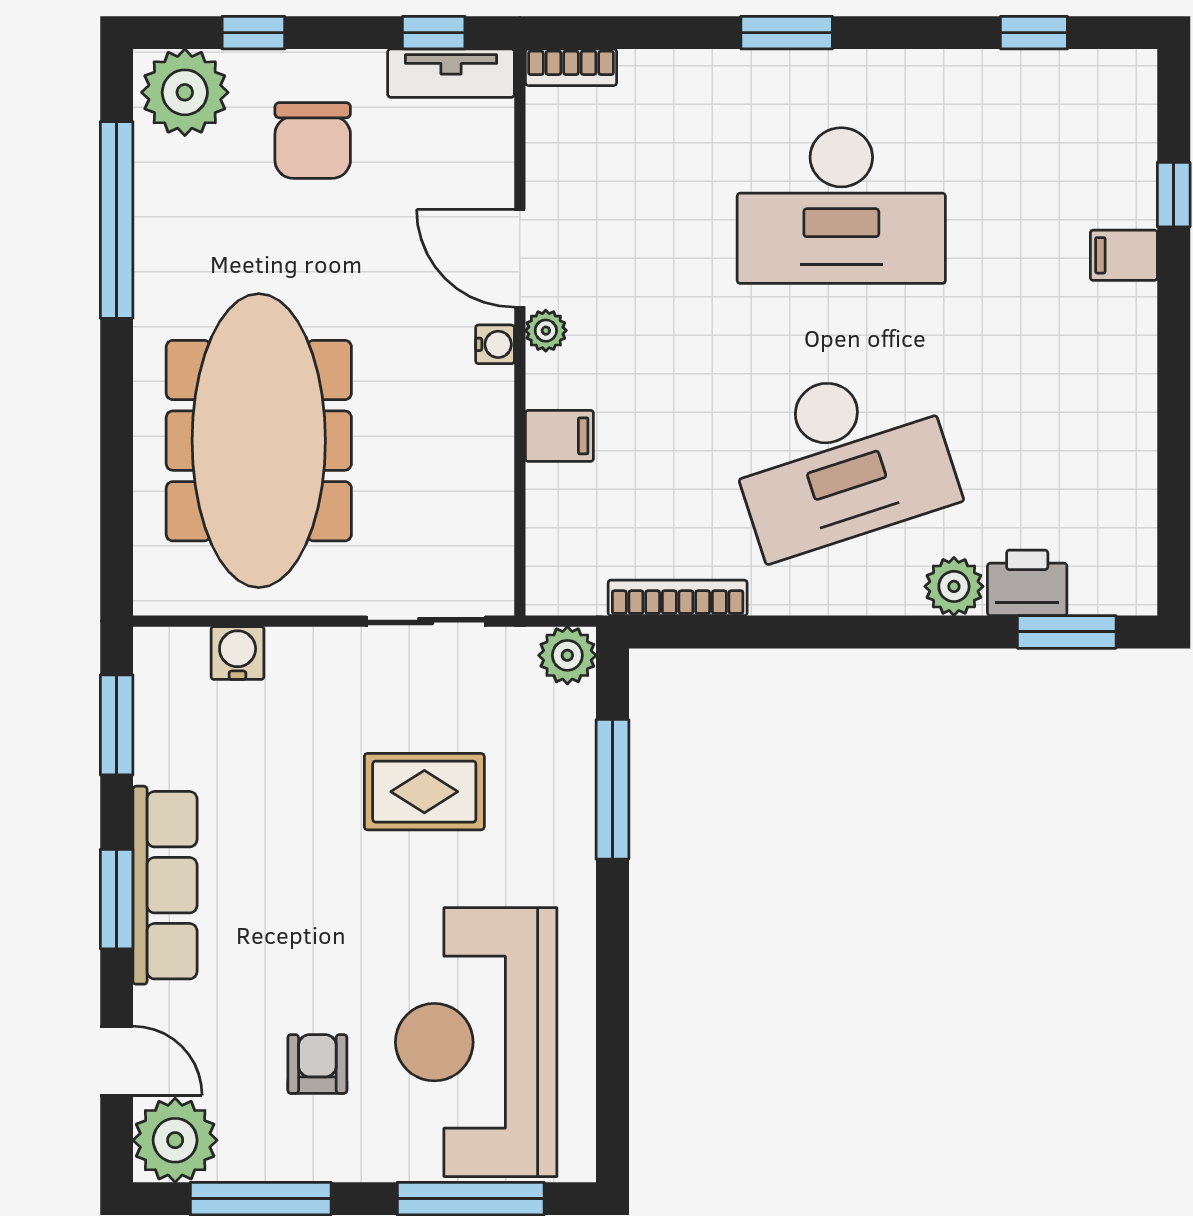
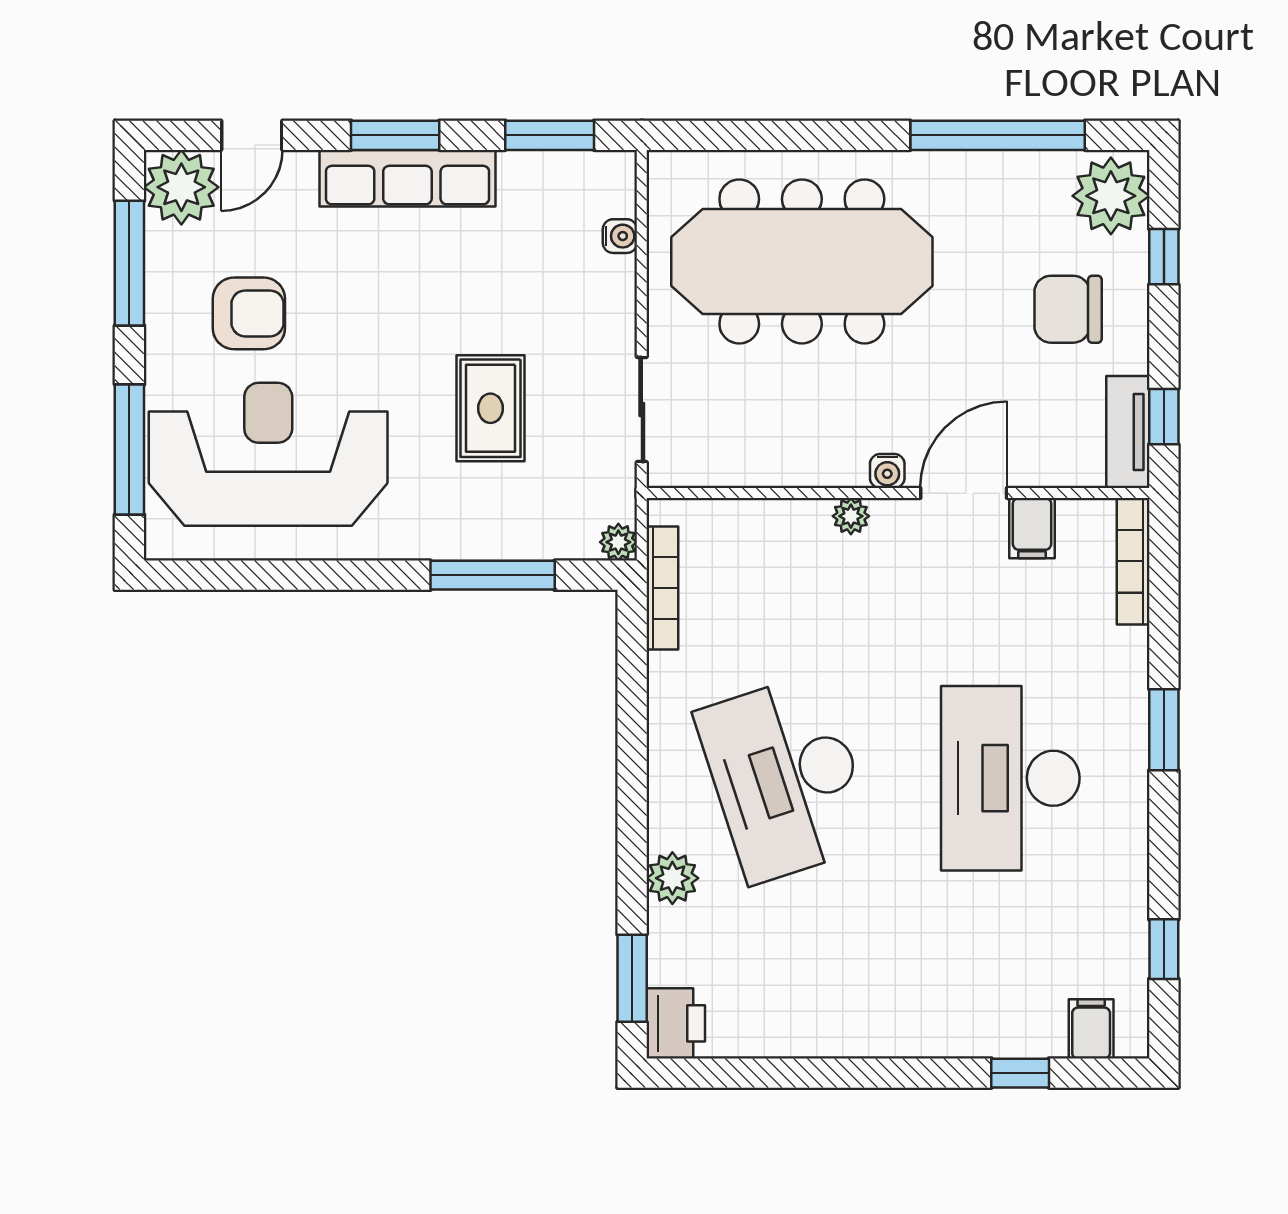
bookcase: (571, 67) -> (1133, 561), width x1.56
filing cabinet: (1124, 255) -> (1091, 1029), moved
plant: (546, 331) -> (851, 516), moved
filing cabinet: (559, 436) -> (1032, 528), moved
printer: (1027, 583) -> (676, 1023), moved
bookcase: (678, 598) -> (662, 588), moved
water cooler: (238, 653) -> (620, 236), width x0.72, depth x0.72
plant: (567, 655) -> (618, 542), width x0.73, depth x0.73
armchair: (317, 1064) -> (249, 313), width x1.38, depth x1.38

